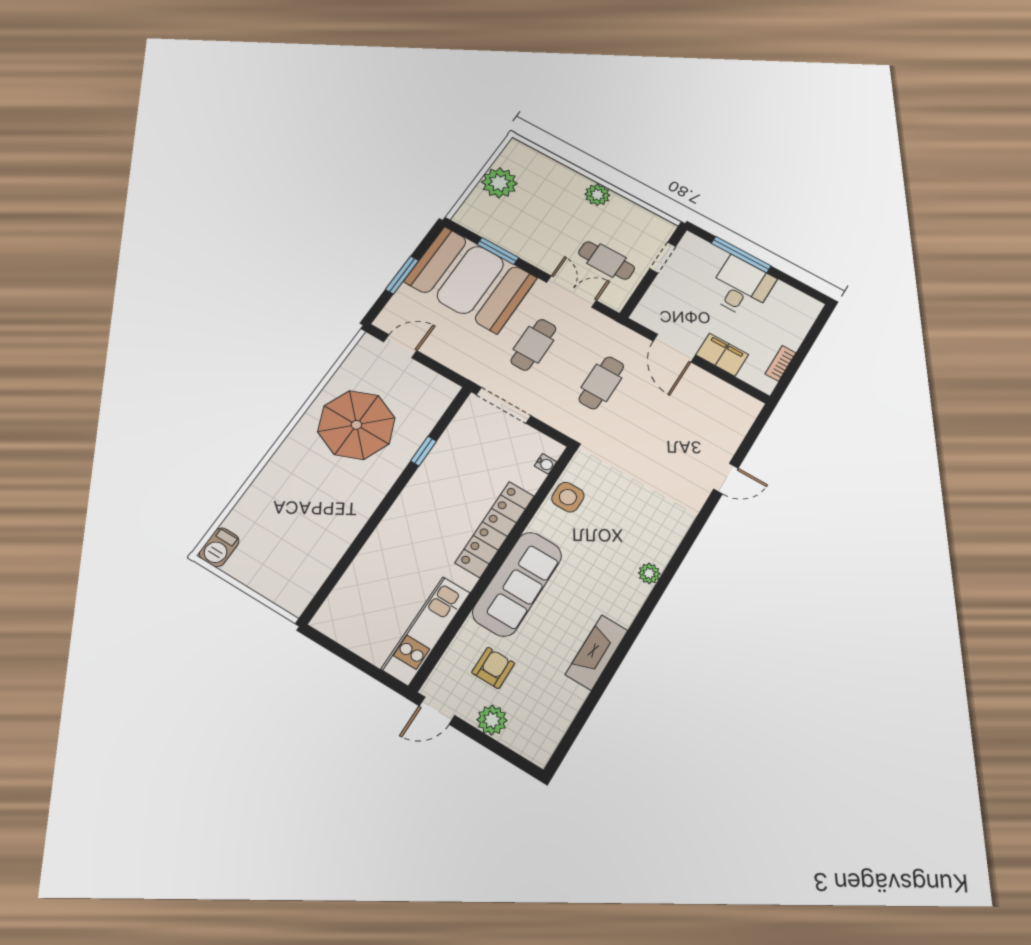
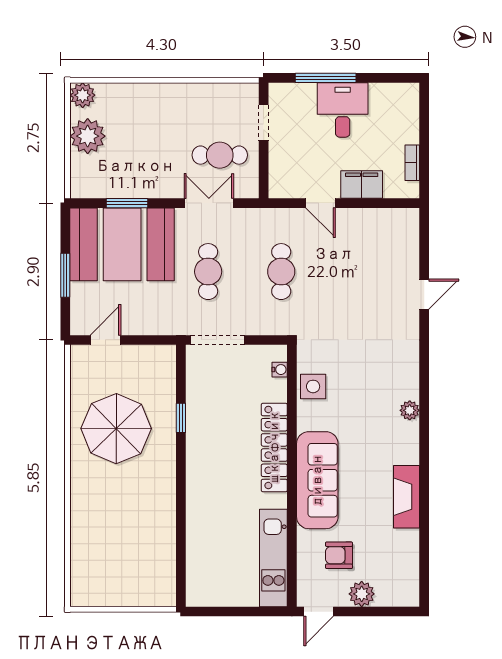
plant: (597, 195) -> (83, 95), moved
door: (674, 348) -> (320, 203), width x0.73
barbecue: (219, 547) -> (82, 590), removed
armchair: (493, 668) -> (339, 555), turned -90

